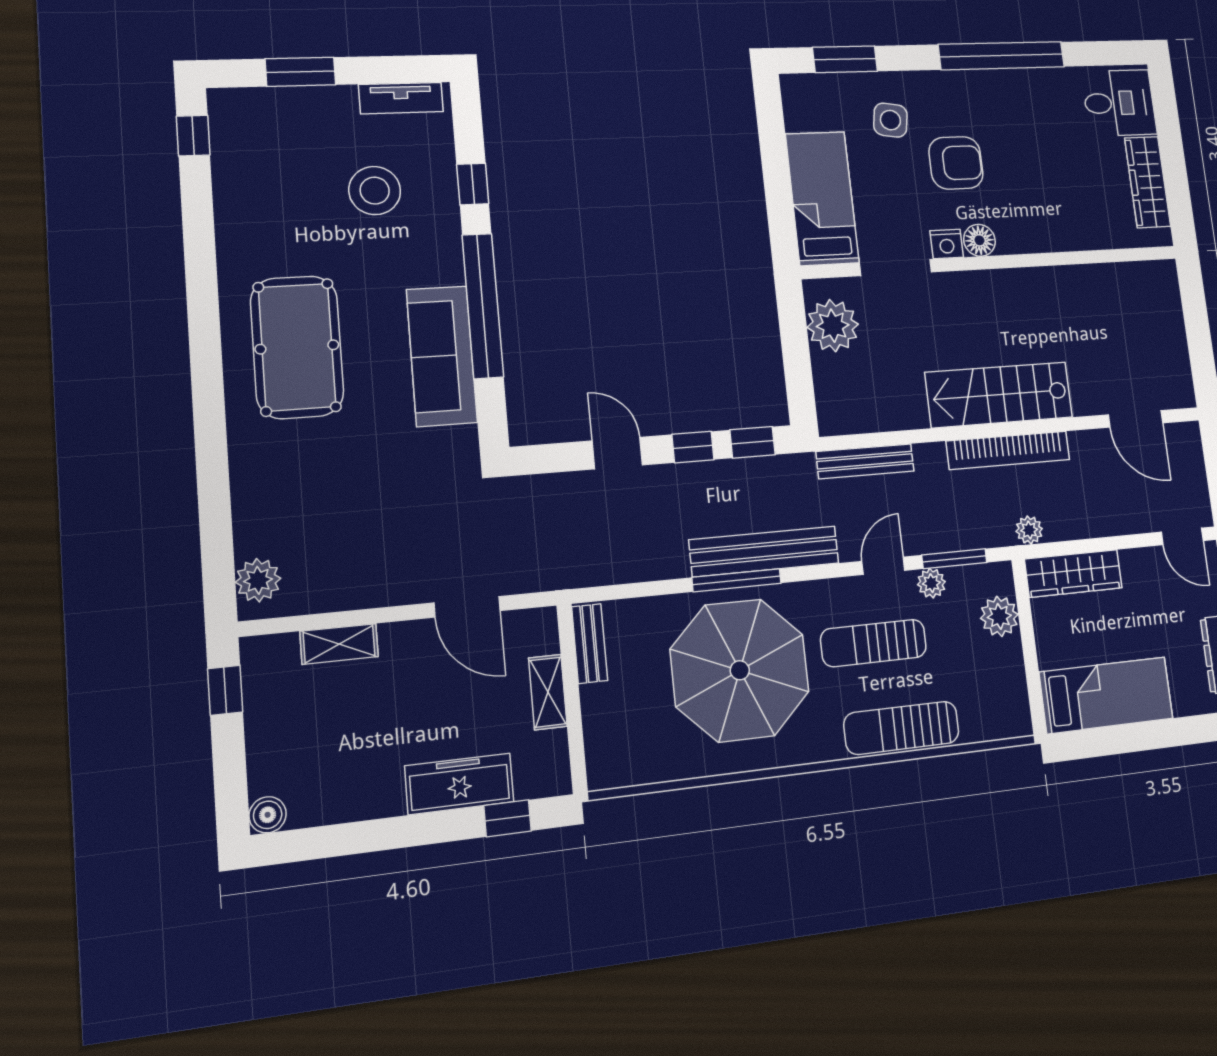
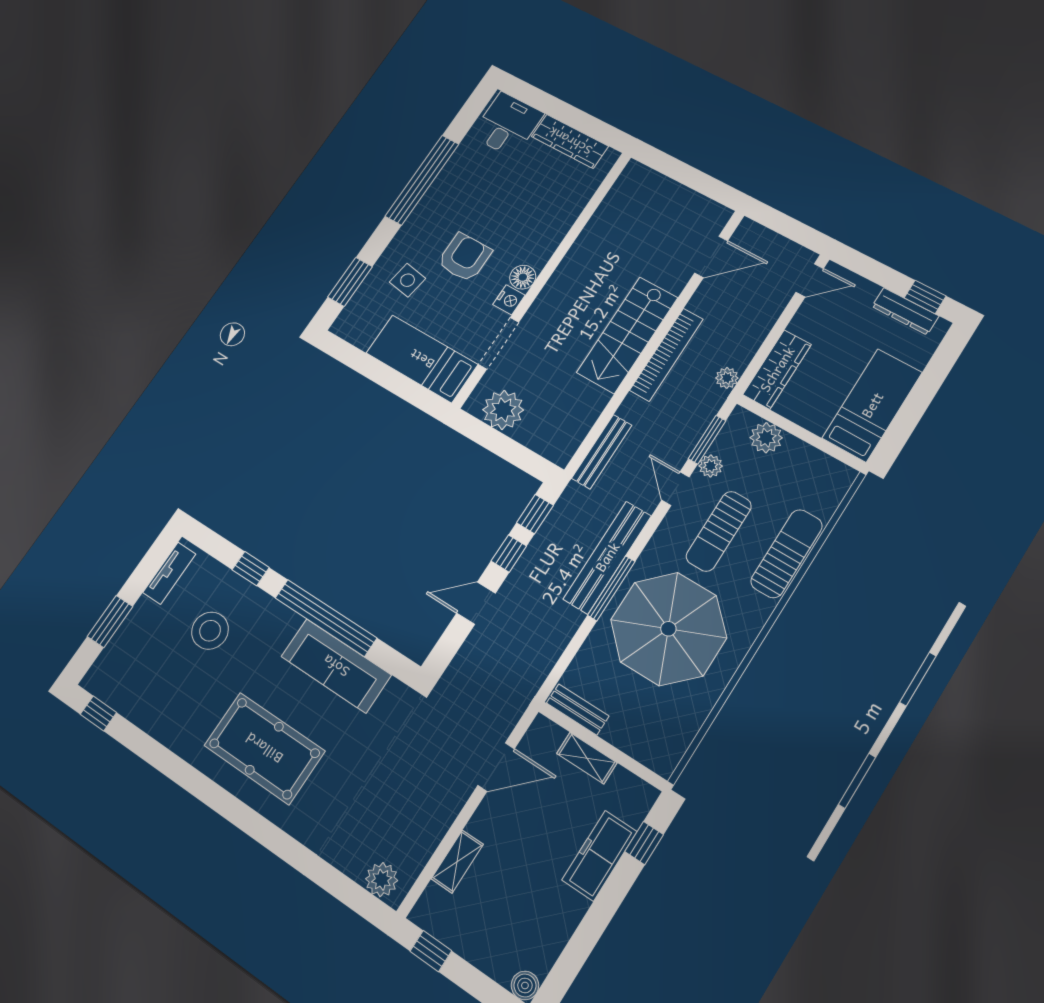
sun lounger: (902, 728) -> (787, 554), turned 180

